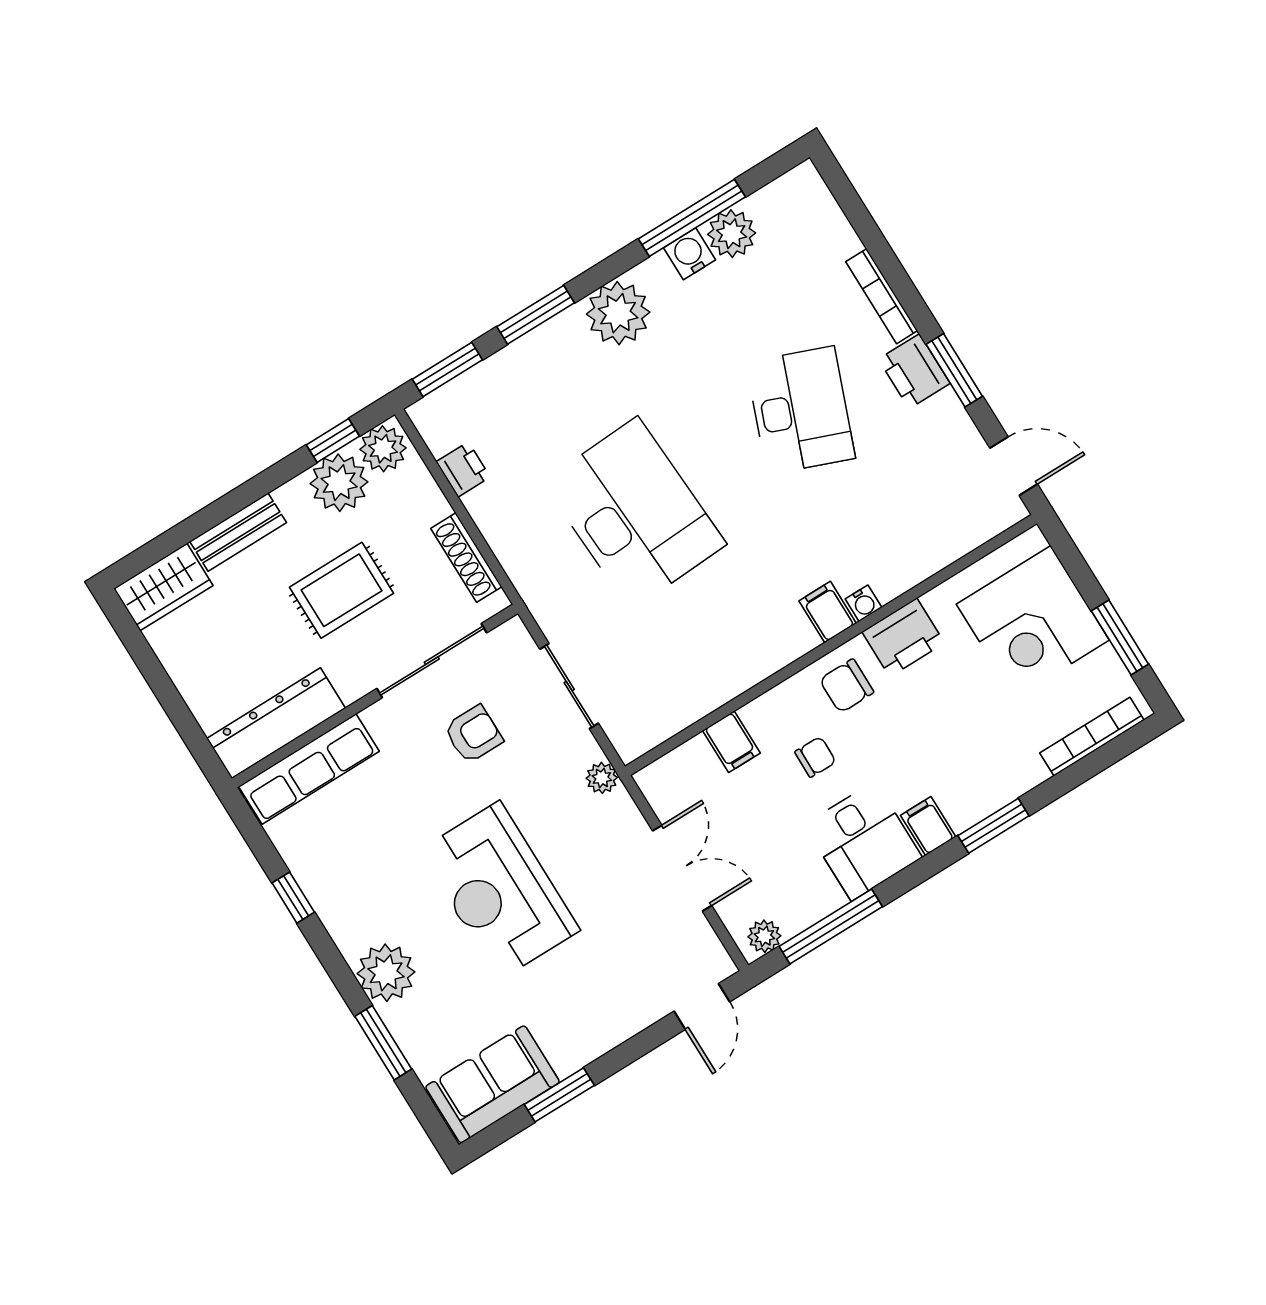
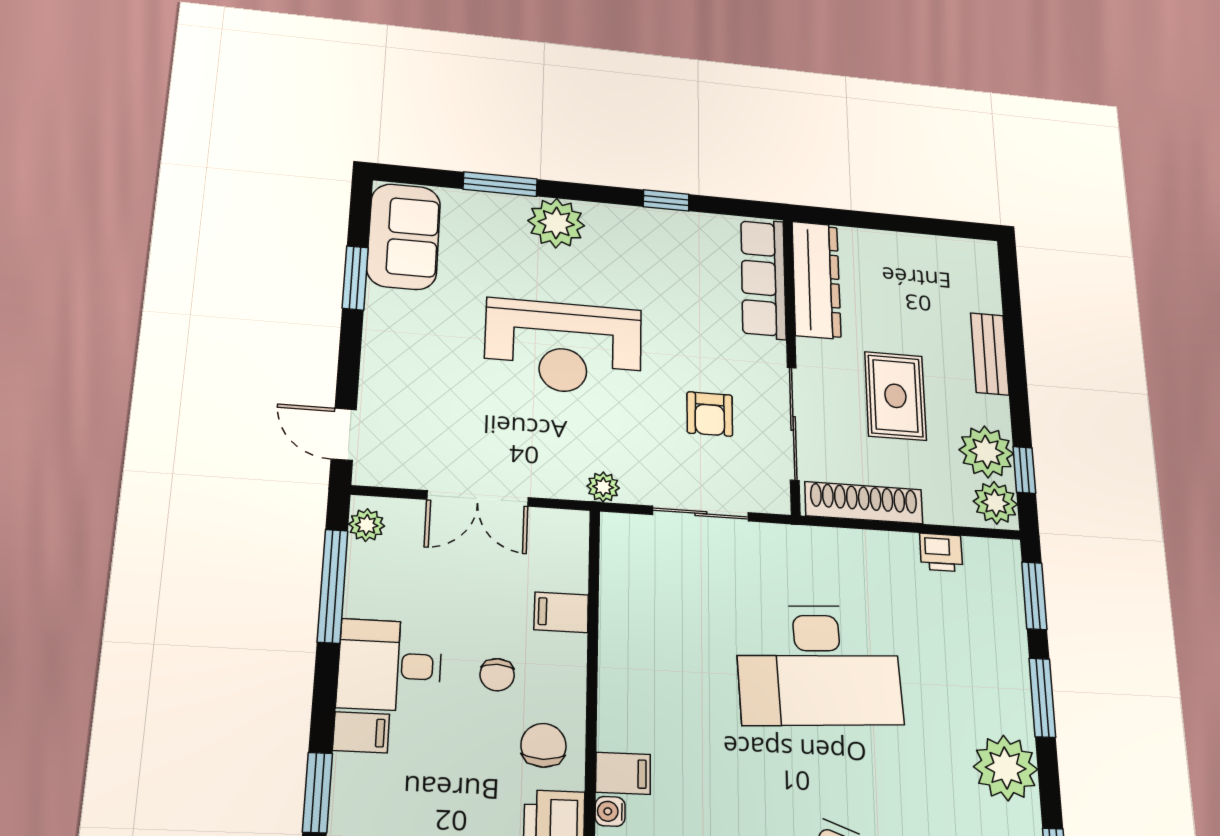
shoe rack: (466, 558) -> (864, 503), width x1.36, depth x1.24
wardrobe: (163, 587) -> (977, 275), removed
reception desk: (499, 890) -> (563, 347), turned 180

